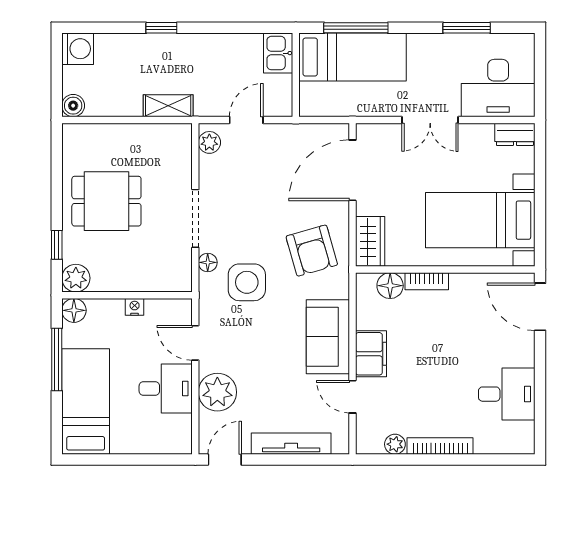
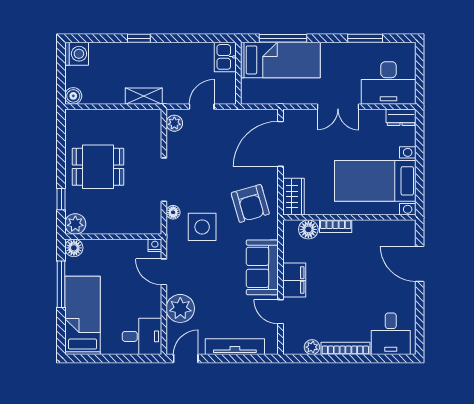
nightstand: (135, 307) -> (155, 245), moved
door: (540, 307) -> (420, 264), moved
desk: (166, 389) -> (142, 336), moved
desk: (507, 394) -> (391, 334), moved, turned 90

